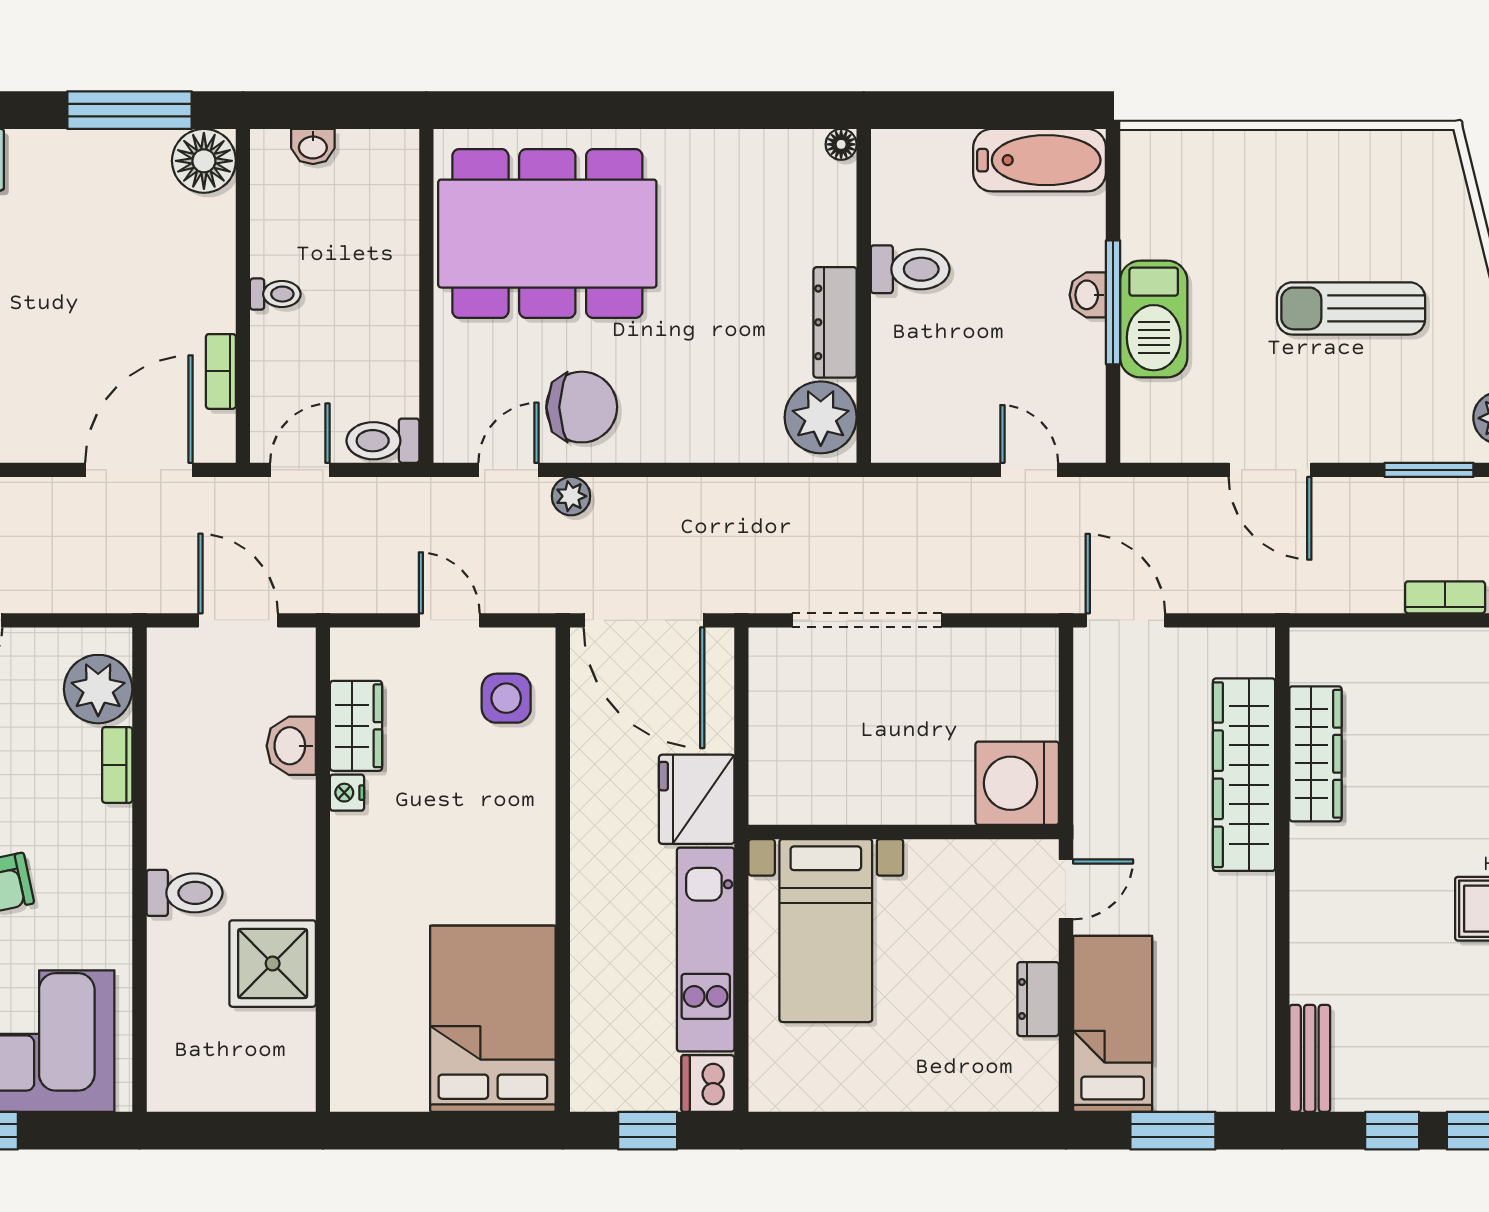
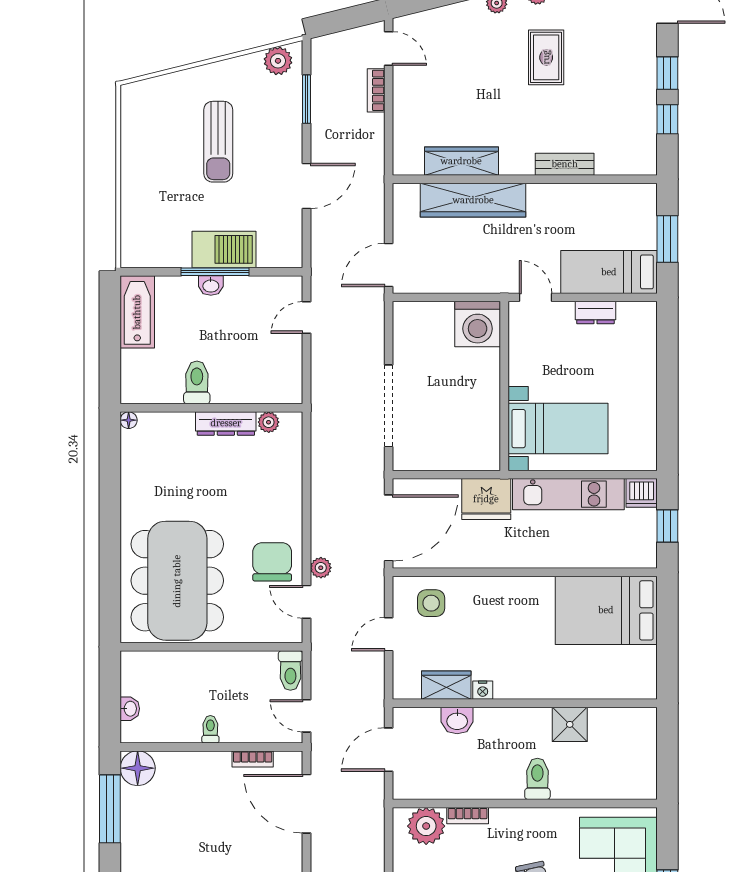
plant: (821, 417) -> (269, 422), width x0.53, depth x0.53
shower: (273, 964) -> (570, 724), width x0.73, depth x0.73
bench: (1310, 1058) -> (565, 164), moved

